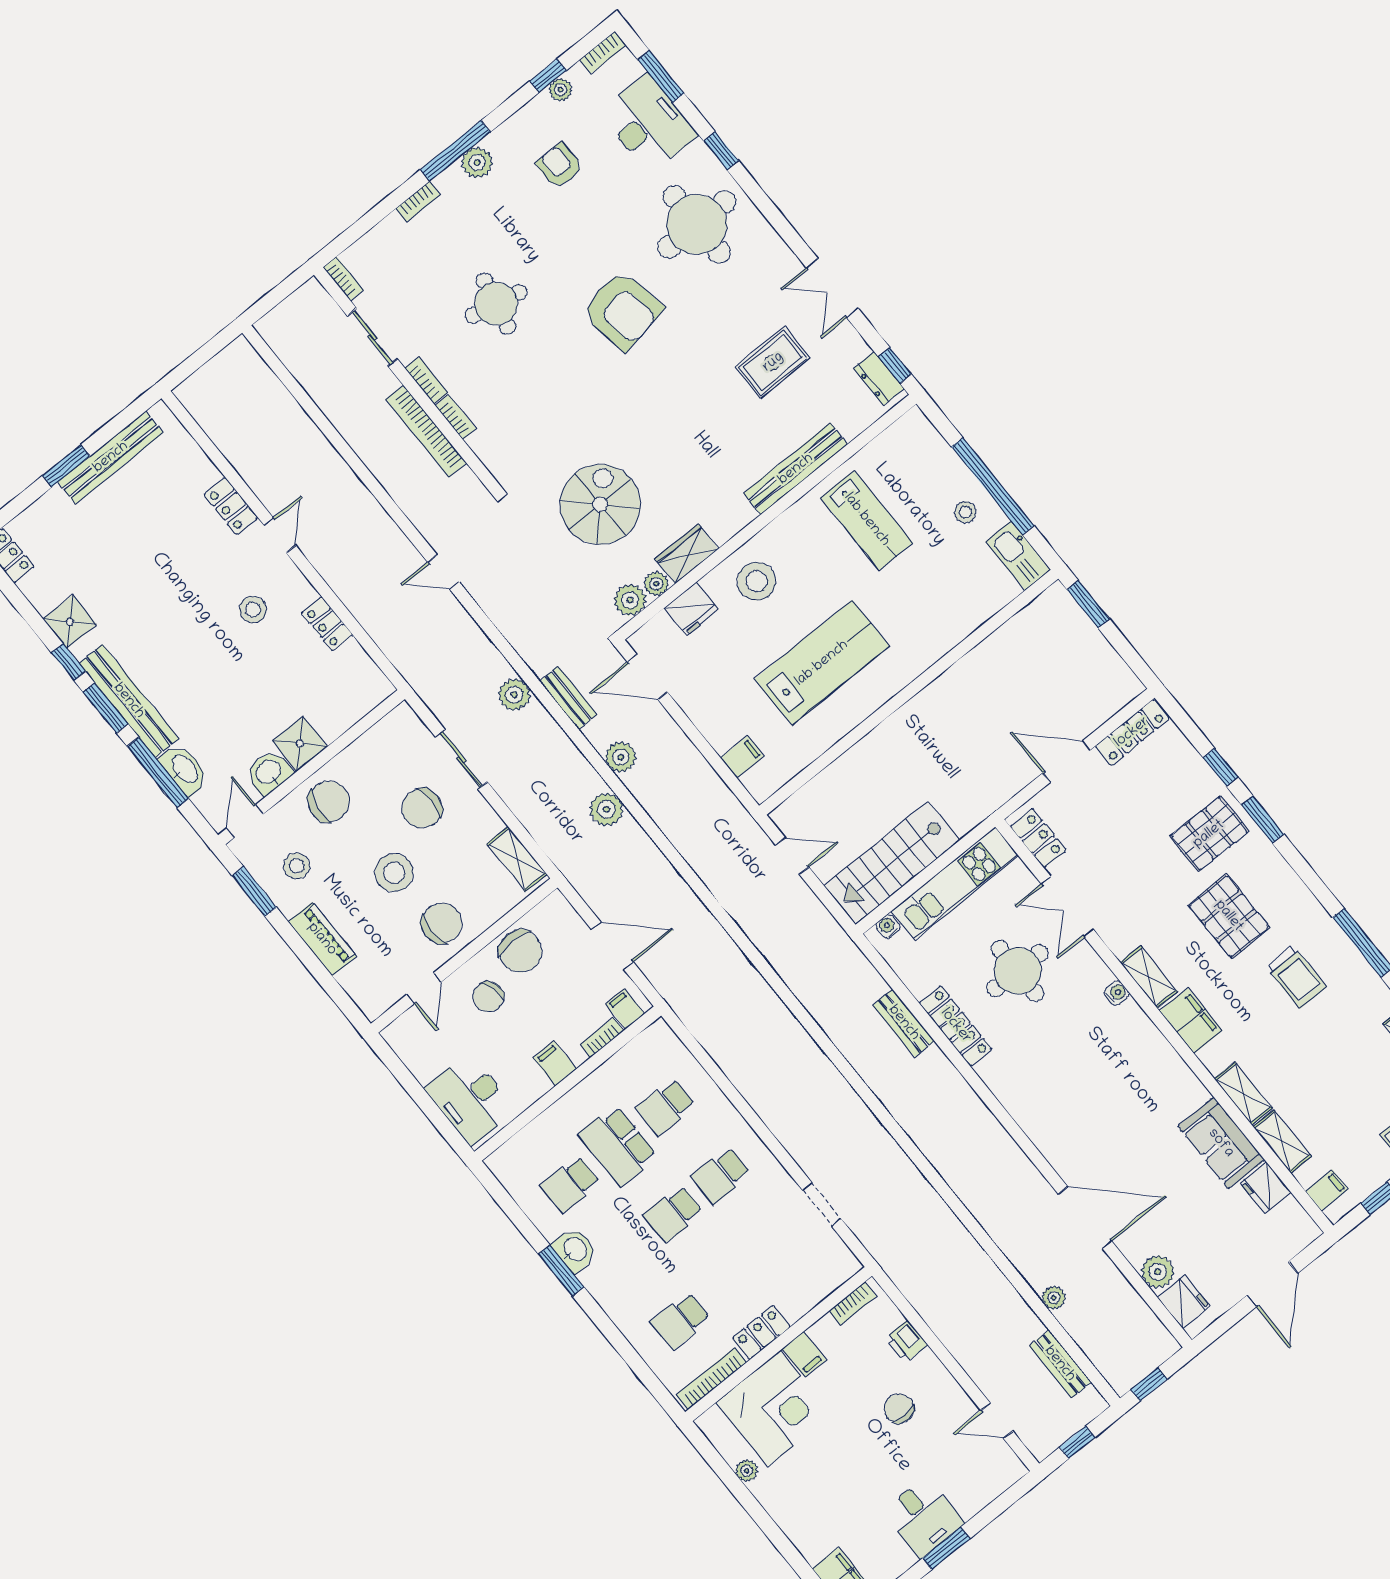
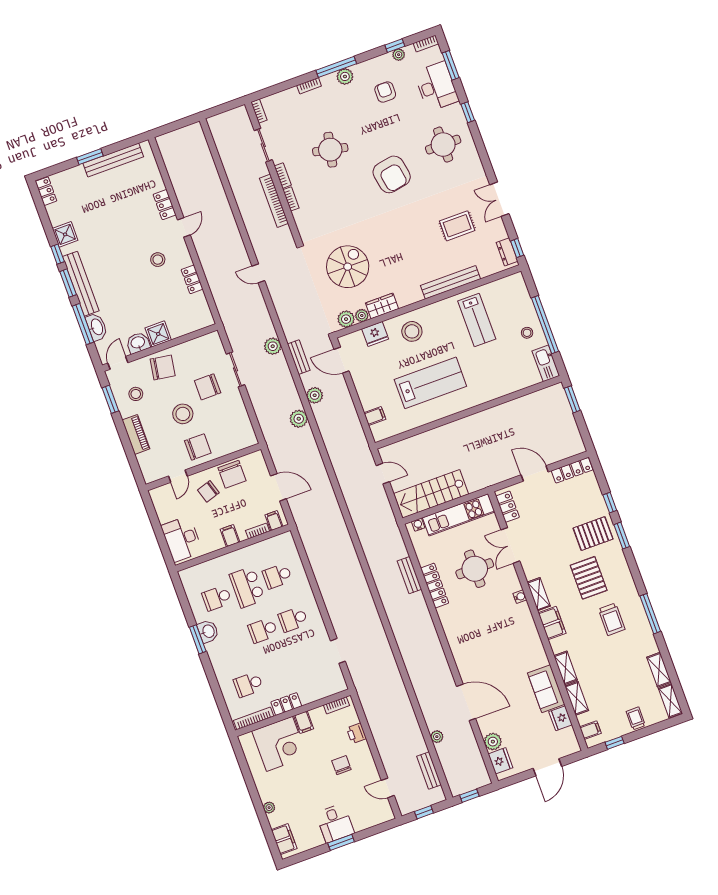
round table: (697, 224) -> (443, 145), width x0.73, depth x0.73
shelving: (517, 859) -> (246, 428), removed
plant: (747, 1471) -> (269, 808), moved

